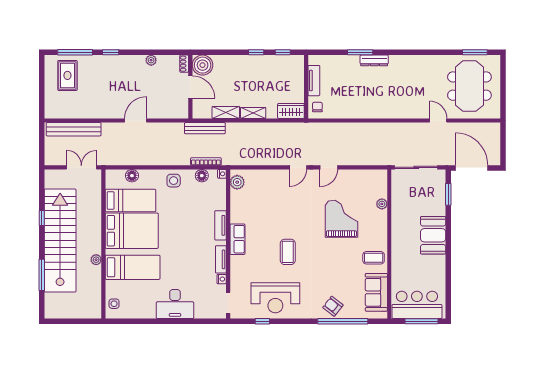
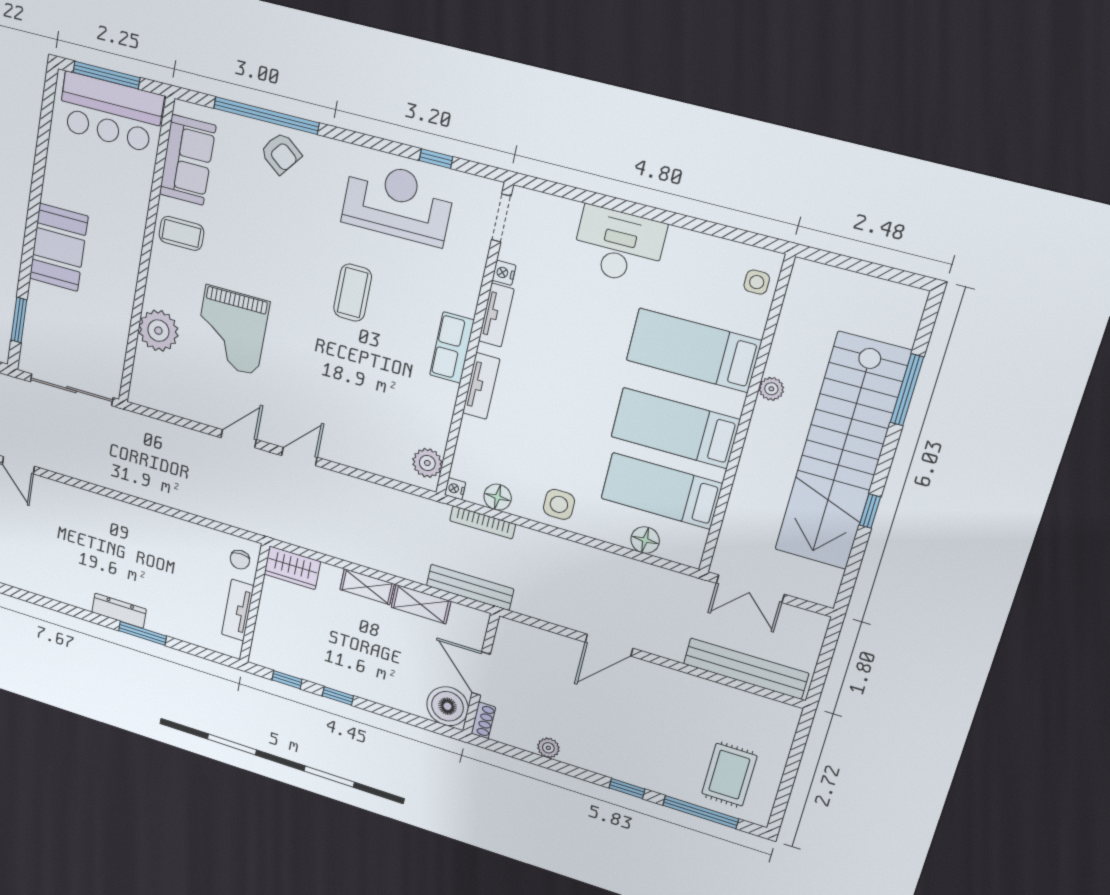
plant: (382, 204) -> (158, 331), width x1.88, depth x1.88
bed: (132, 231) -> (675, 428), width x0.67

